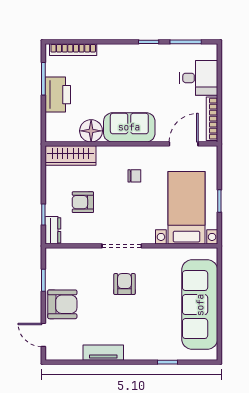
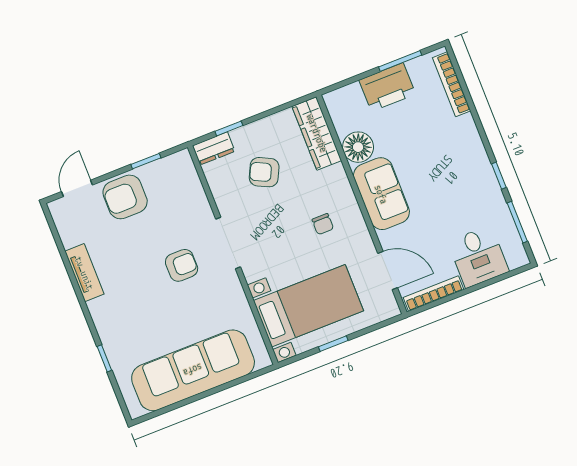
armchair: (83, 202) -> (264, 172), turned -64
armchair: (62, 304) -> (125, 197), turned 90

